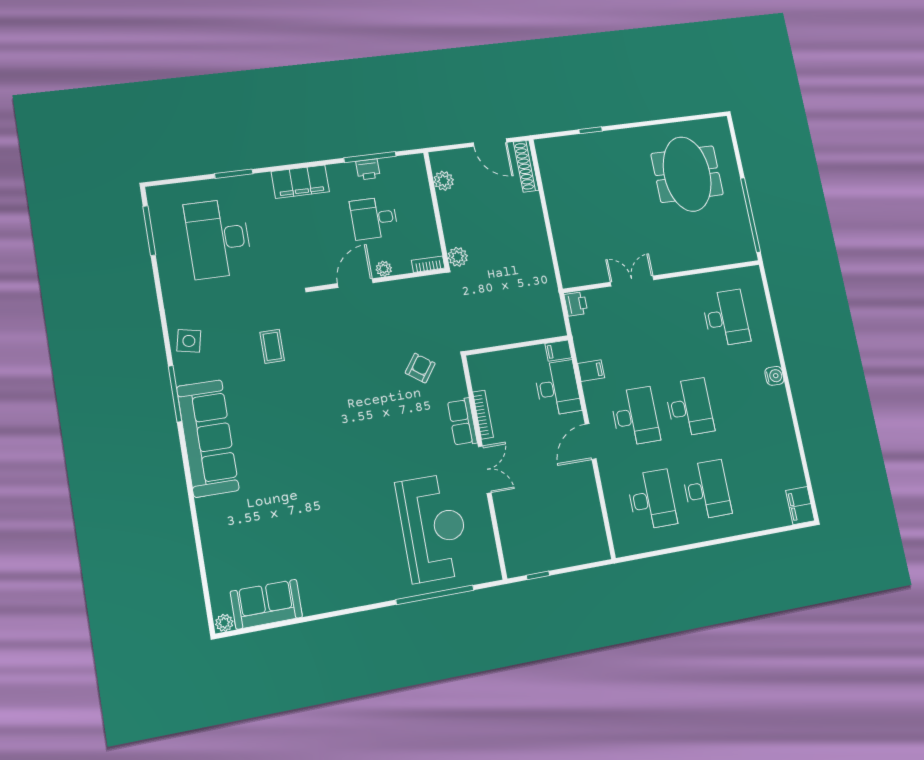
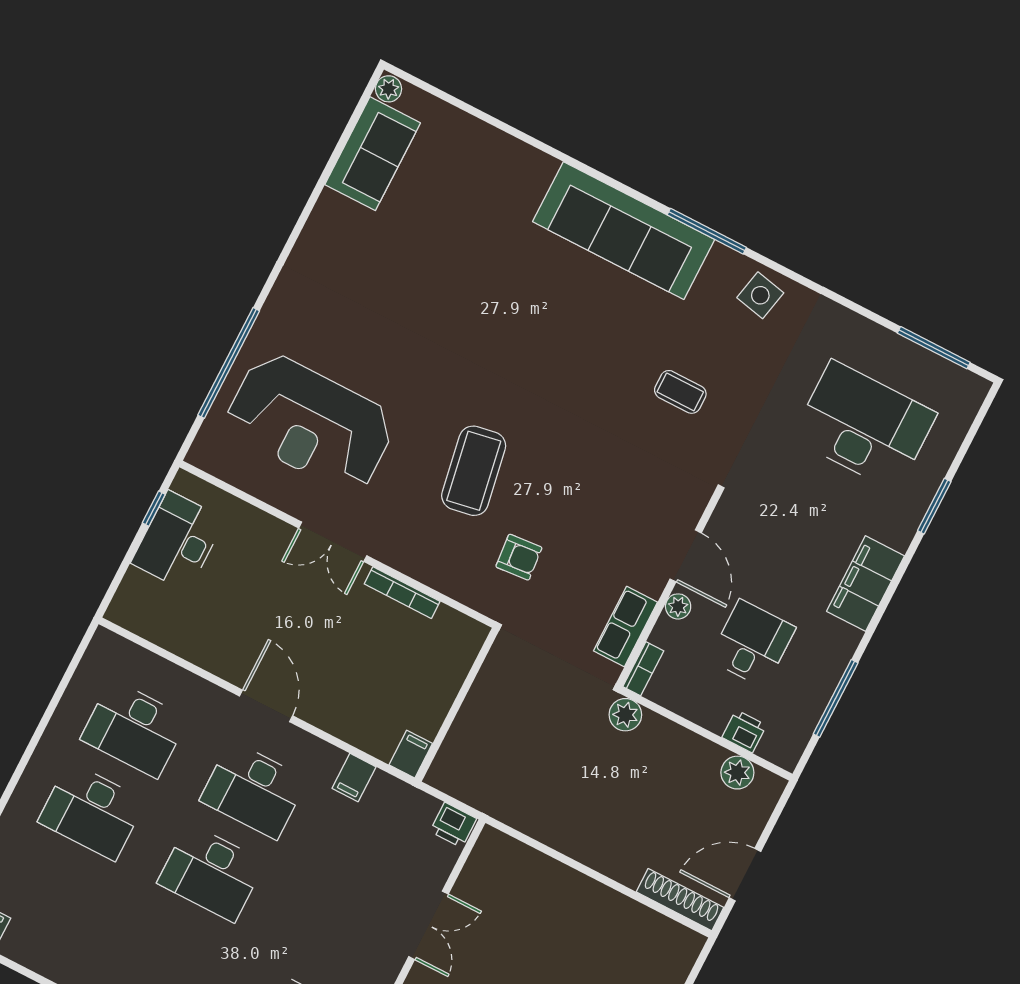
printer: (368, 169) -> (744, 731), moved, turned 90
armchair: (420, 368) -> (519, 557), turned -41
desk: (557, 388) -> (178, 541), moved, turned 90
row of seats: (462, 422) -> (625, 627), moved, turned -90
coffee table: (394, 424) -> (474, 471), added

